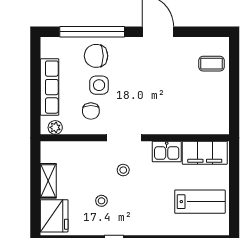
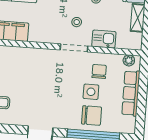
kitchen sink: (167, 152) -> (104, 39), moved

